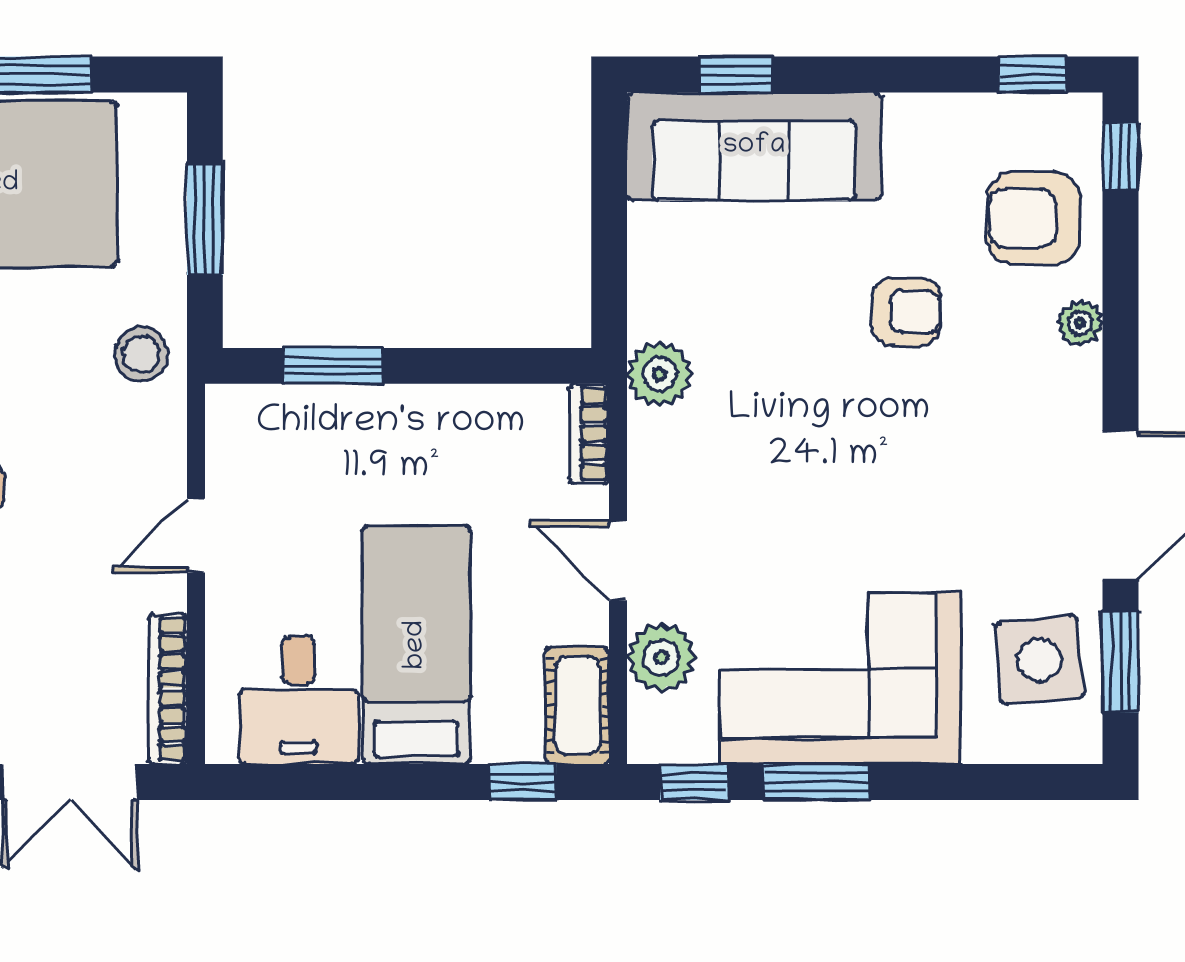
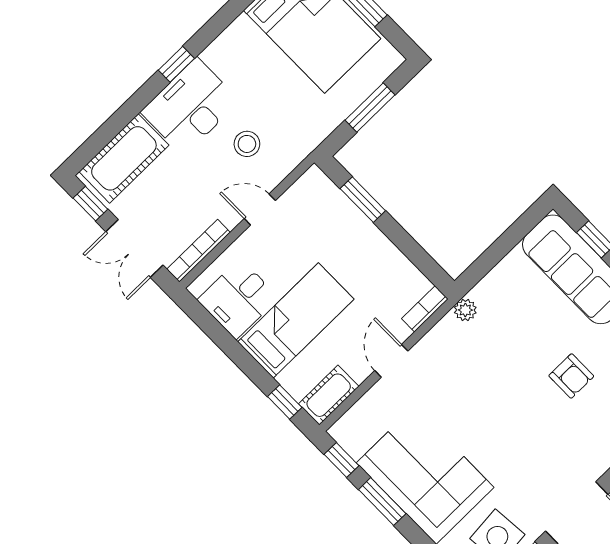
stool: (141, 354) -> (247, 144), moved
plant: (660, 374) -> (465, 310), width x0.73, depth x0.73
plant: (661, 658) -> (373, 408), removed

